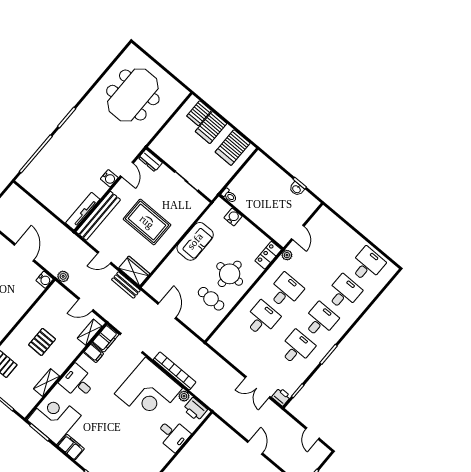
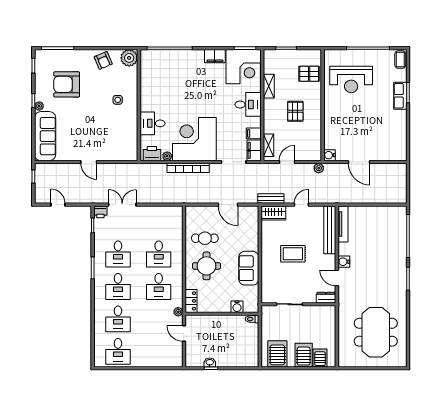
rug: (147, 222) -> (293, 254), width x0.73, depth x0.70

